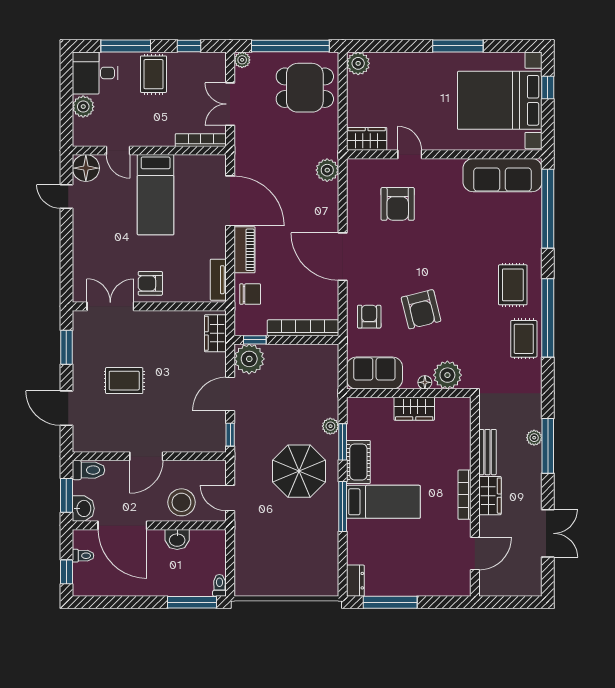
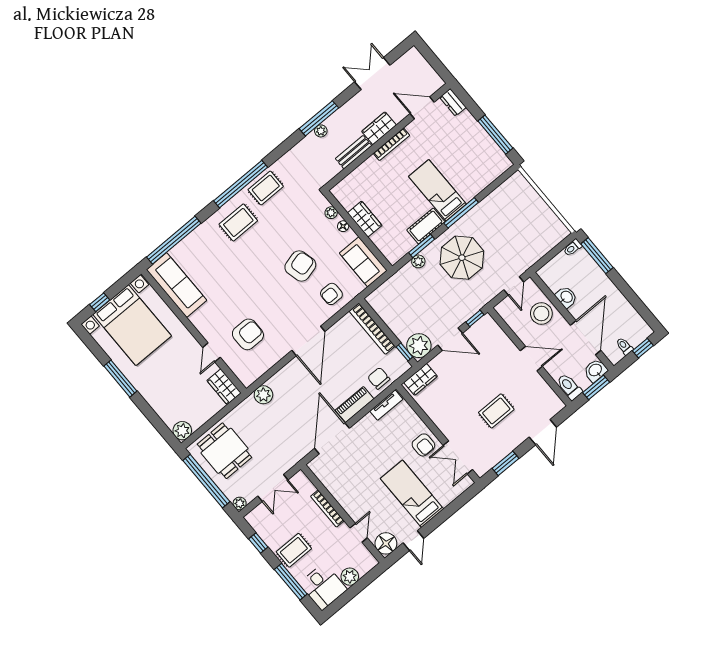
bookcase: (201, 140) -> (327, 508), moved
bed: (156, 195) -> (412, 494), moved, turned -90
plant: (447, 375) -> (331, 213), width x0.53, depth x0.53
rug: (124, 381) -> (496, 411), turned 90
dresser: (355, 581) -> (453, 102), moved, turned -90

